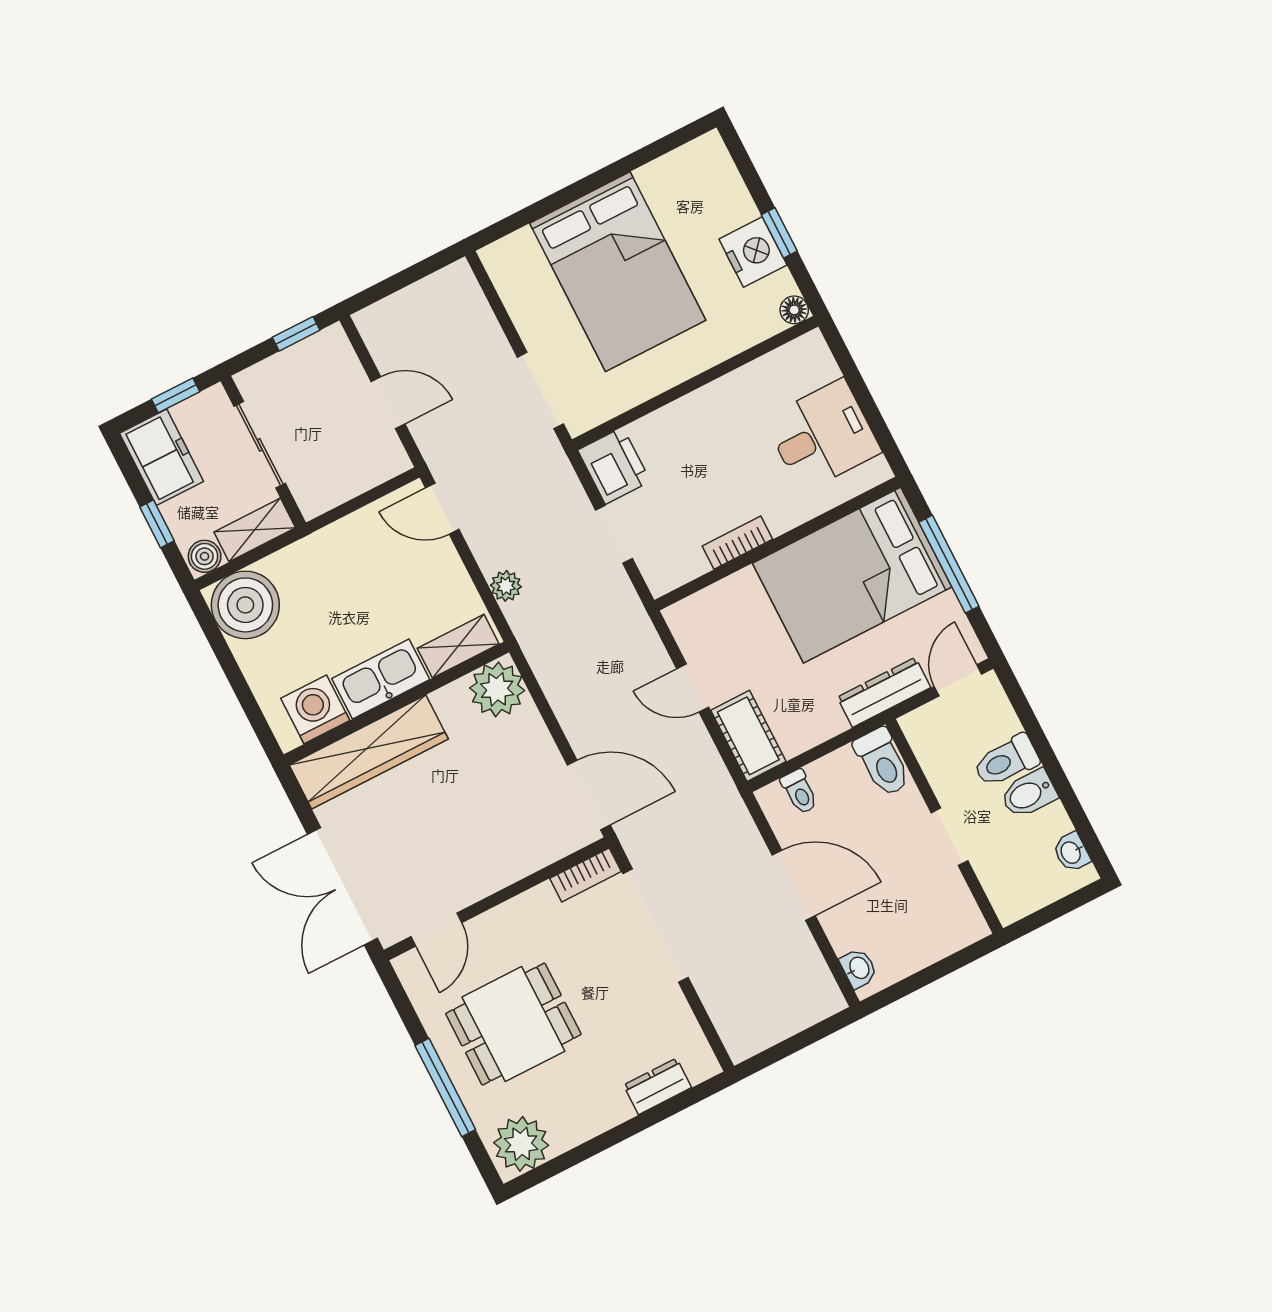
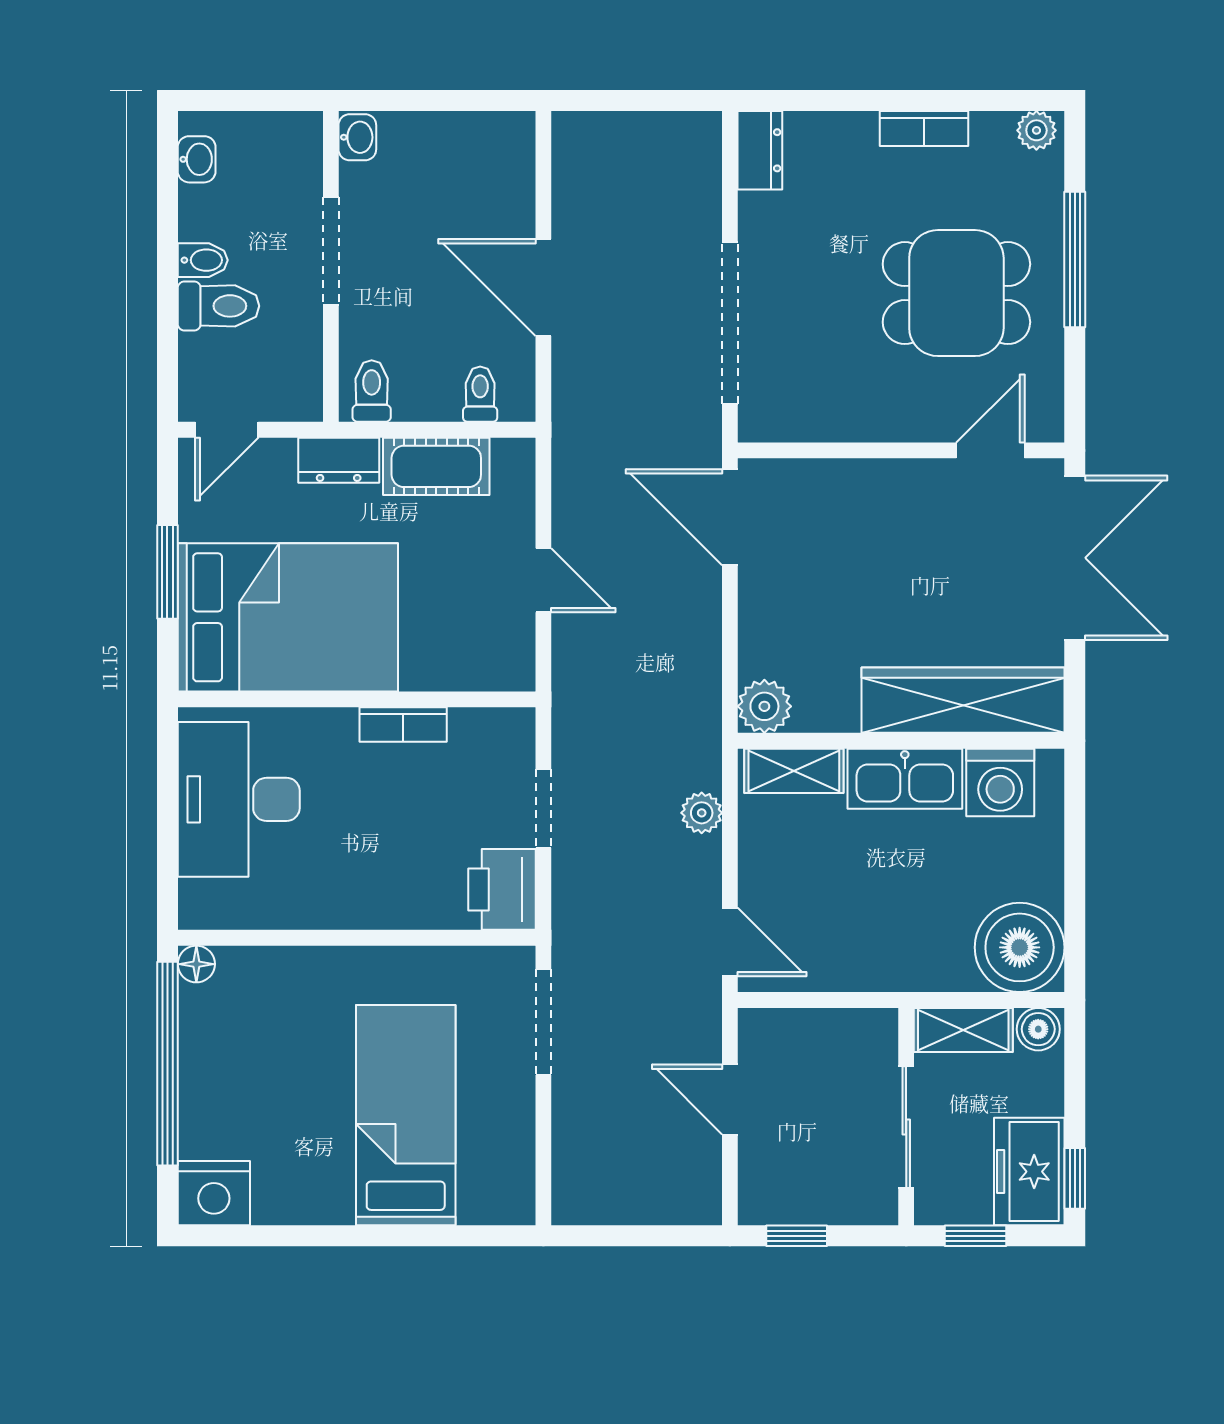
window: (779, 233) -> (167, 1064), width x3.17
nightstand: (753, 252) -> (214, 1193), moved, turned -90
bed: (618, 272) -> (406, 1115), width x0.67
desk: (822, 435) -> (239, 799), width x1.37
window: (157, 524) -> (1075, 1178), moved
window: (949, 564) -> (167, 572), width x0.69
plant: (497, 689) -> (764, 706), width x0.73, depth x0.73
dresser: (884, 692) -> (339, 460), width x0.70
cot: (748, 736) -> (436, 466), moved, turned 90
toilet: (882, 762) -> (372, 391), width x0.73, depth x0.72
bidet: (1029, 794) -> (203, 260), width x0.72, depth x0.74
doorway: (950, 837) -> (331, 251), width x1.38
bookcase: (586, 875) -> (924, 129), moved, turned 180
washbasin: (859, 968) -> (357, 137), moved, turned 180
dresser: (657, 1086) -> (760, 150), moved, turned -90
plant: (521, 1144) -> (1036, 130), width x0.53, depth x0.53

